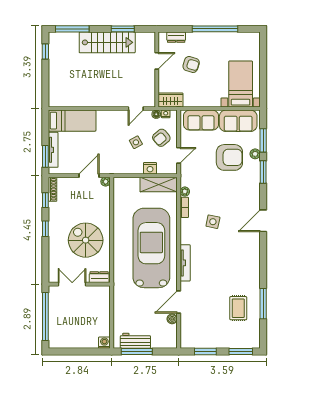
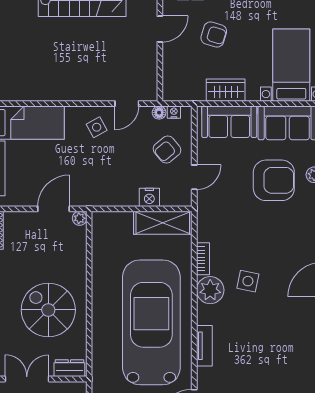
wardrobe: (170, 100) -> (226, 90), moved
side table: (136, 142) -> (97, 127), moved
plant: (185, 192) -> (210, 290), moved, width x1.87, depth x1.87
tv unit: (185, 263) -> (204, 346), width x0.71

